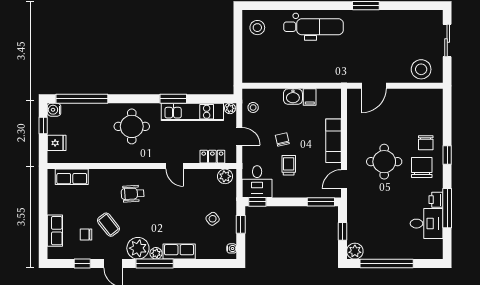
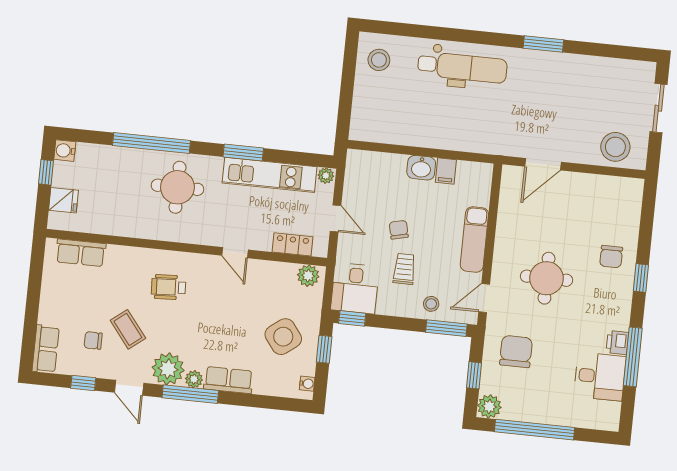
window: (82, 99) -> (151, 143), moved
stool: (253, 107) -> (431, 304), moved
chair: (422, 167) -> (516, 351), moved
side table: (213, 219) -> (283, 337), width x1.87, depth x1.87
row of seats: (55, 231) -> (46, 349), moved

